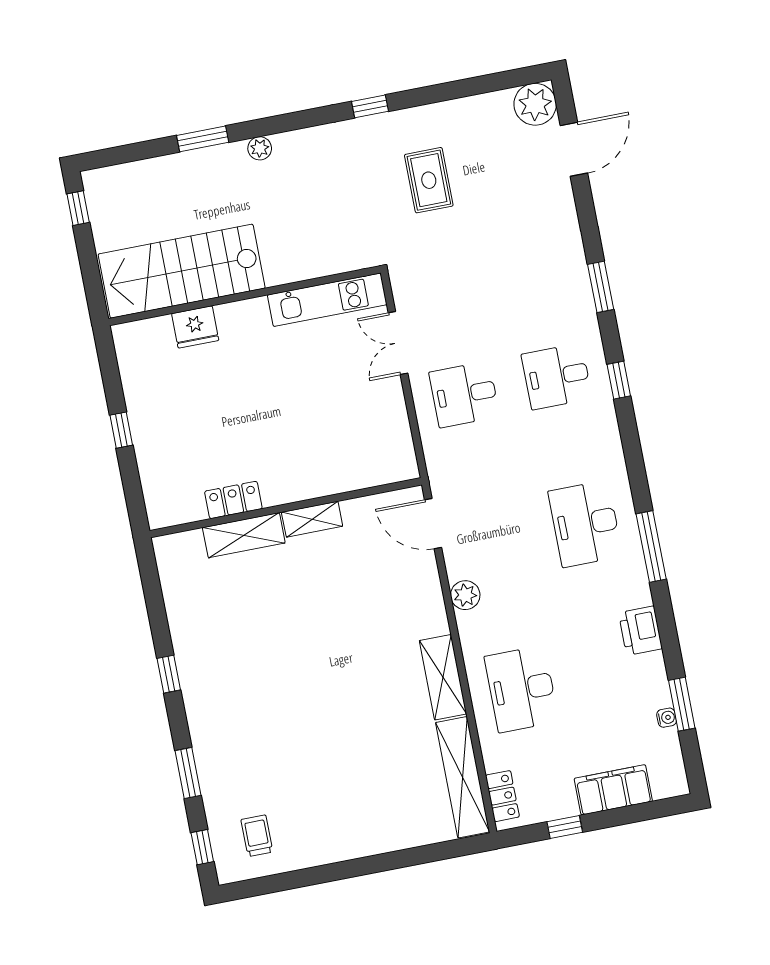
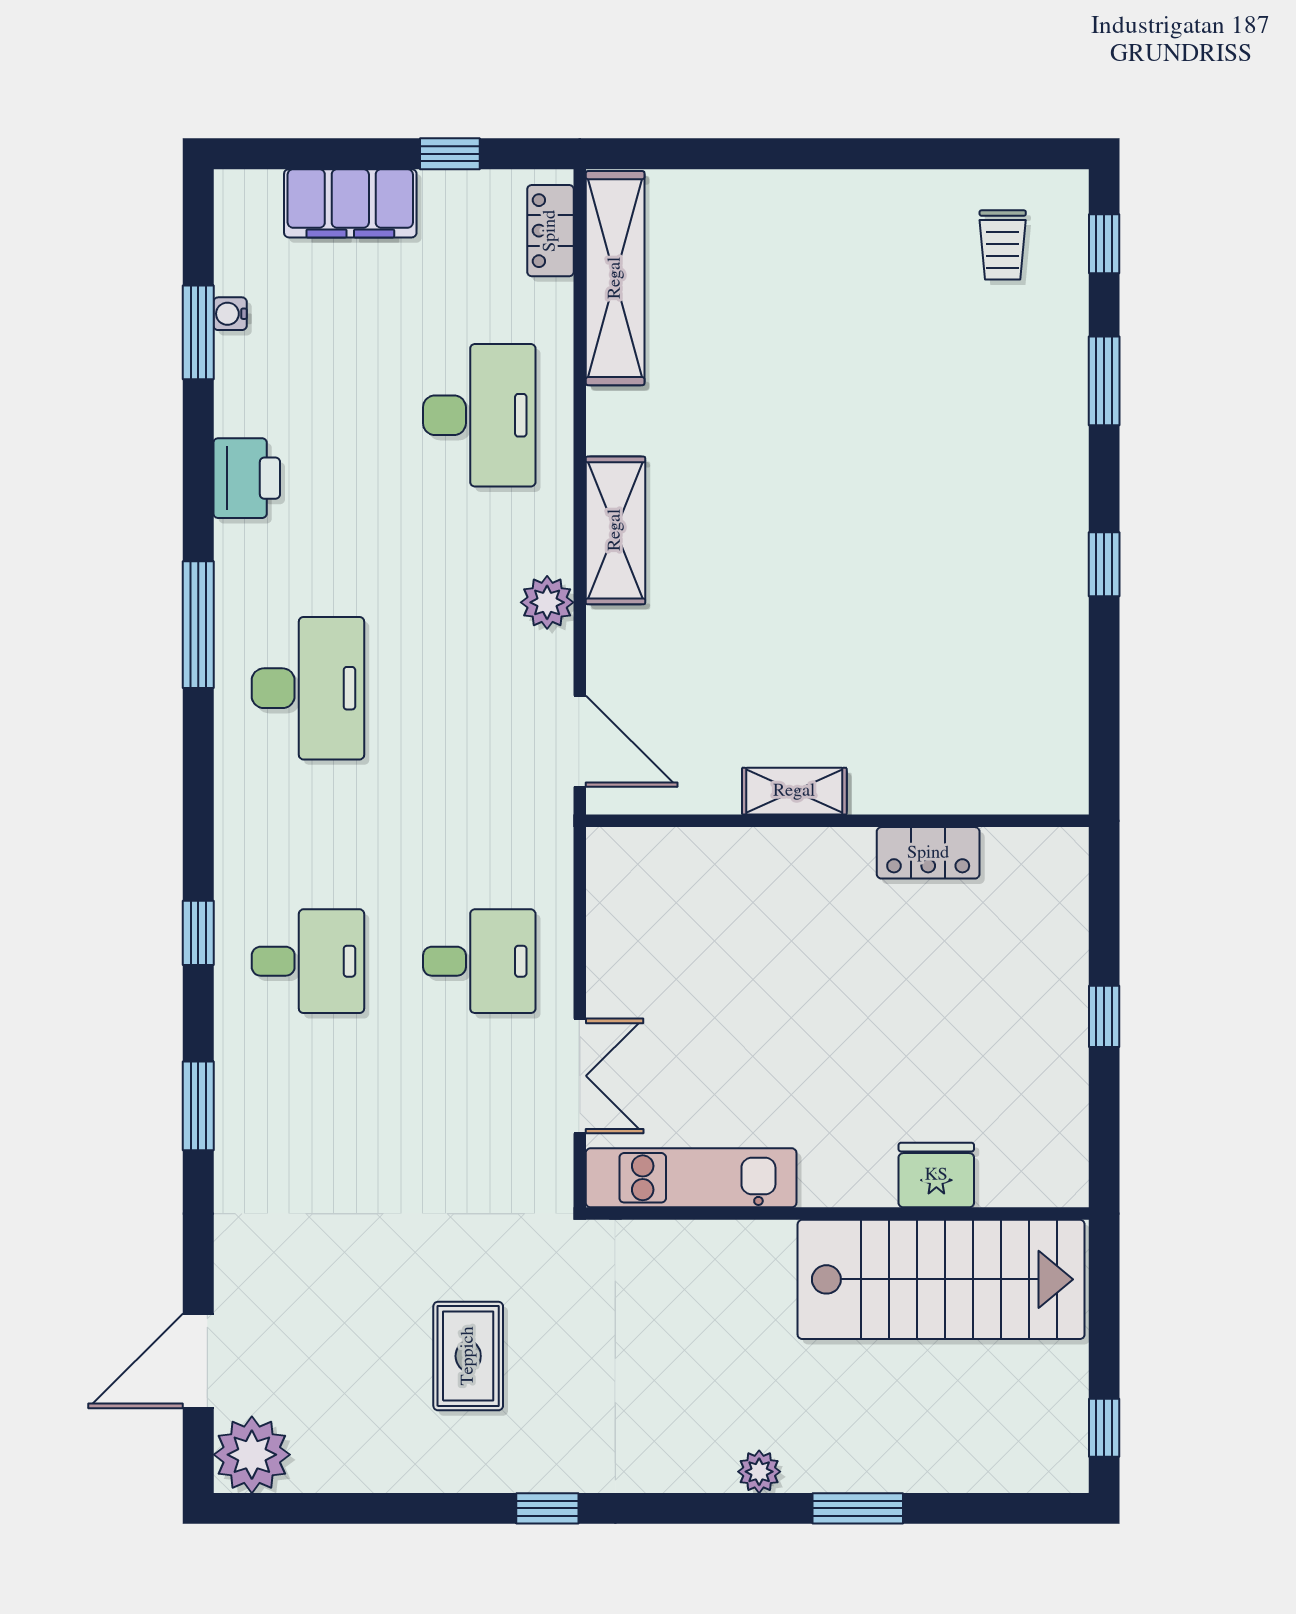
shelving: (244, 535) -> (922, 786), removed
shelving: (443, 677) -> (615, 530), moved

